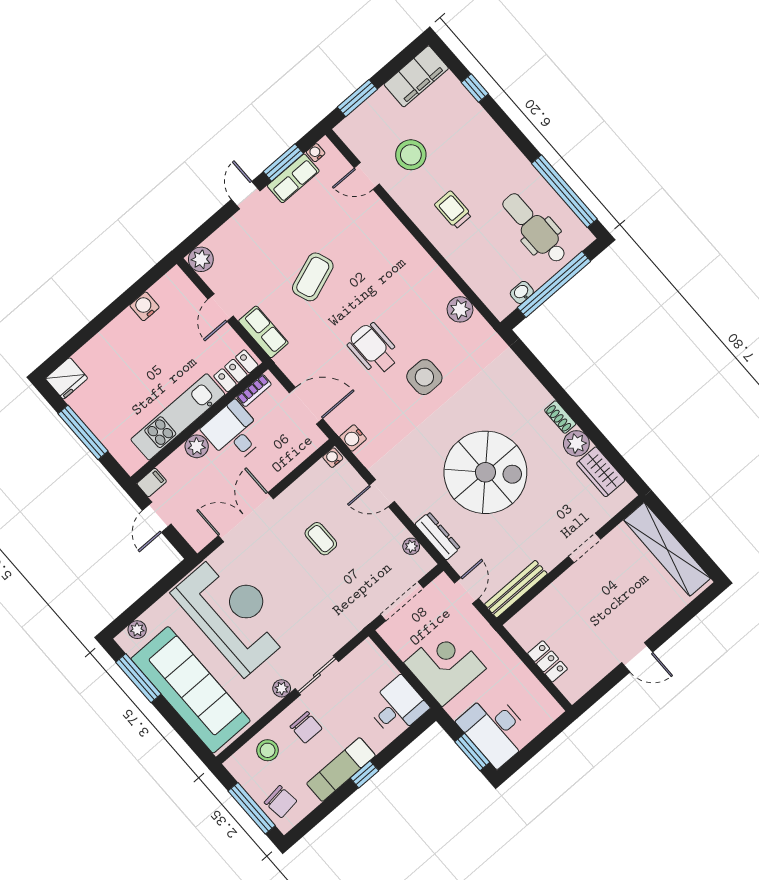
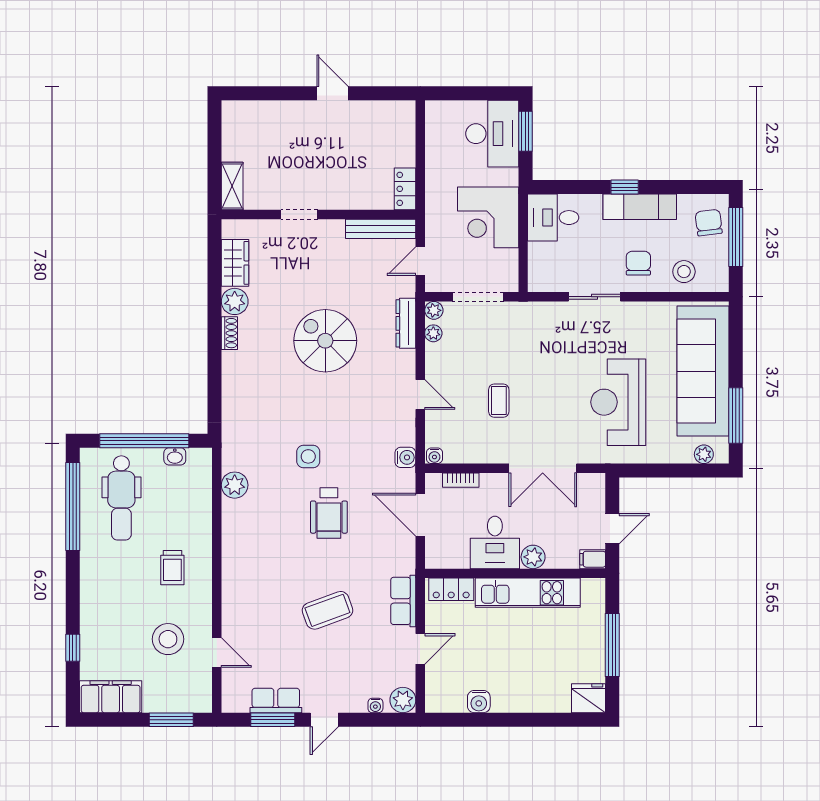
water cooler: (316, 153) -> (375, 705), moved
side table: (424, 377) -> (308, 456), width x0.73, depth x0.73
bookcase: (254, 391) -> (461, 480), moved, turned 180
spiral stairs: (485, 472) -> (325, 341), width x0.73, depth x0.73
shelving: (667, 549) -> (232, 186), width x0.45, depth x0.75
reception desk: (233, 613) -> (618, 402), width x0.74, depth x0.77
locker: (548, 661) -> (405, 189), moved
plant: (282, 688) -> (434, 310), moved

